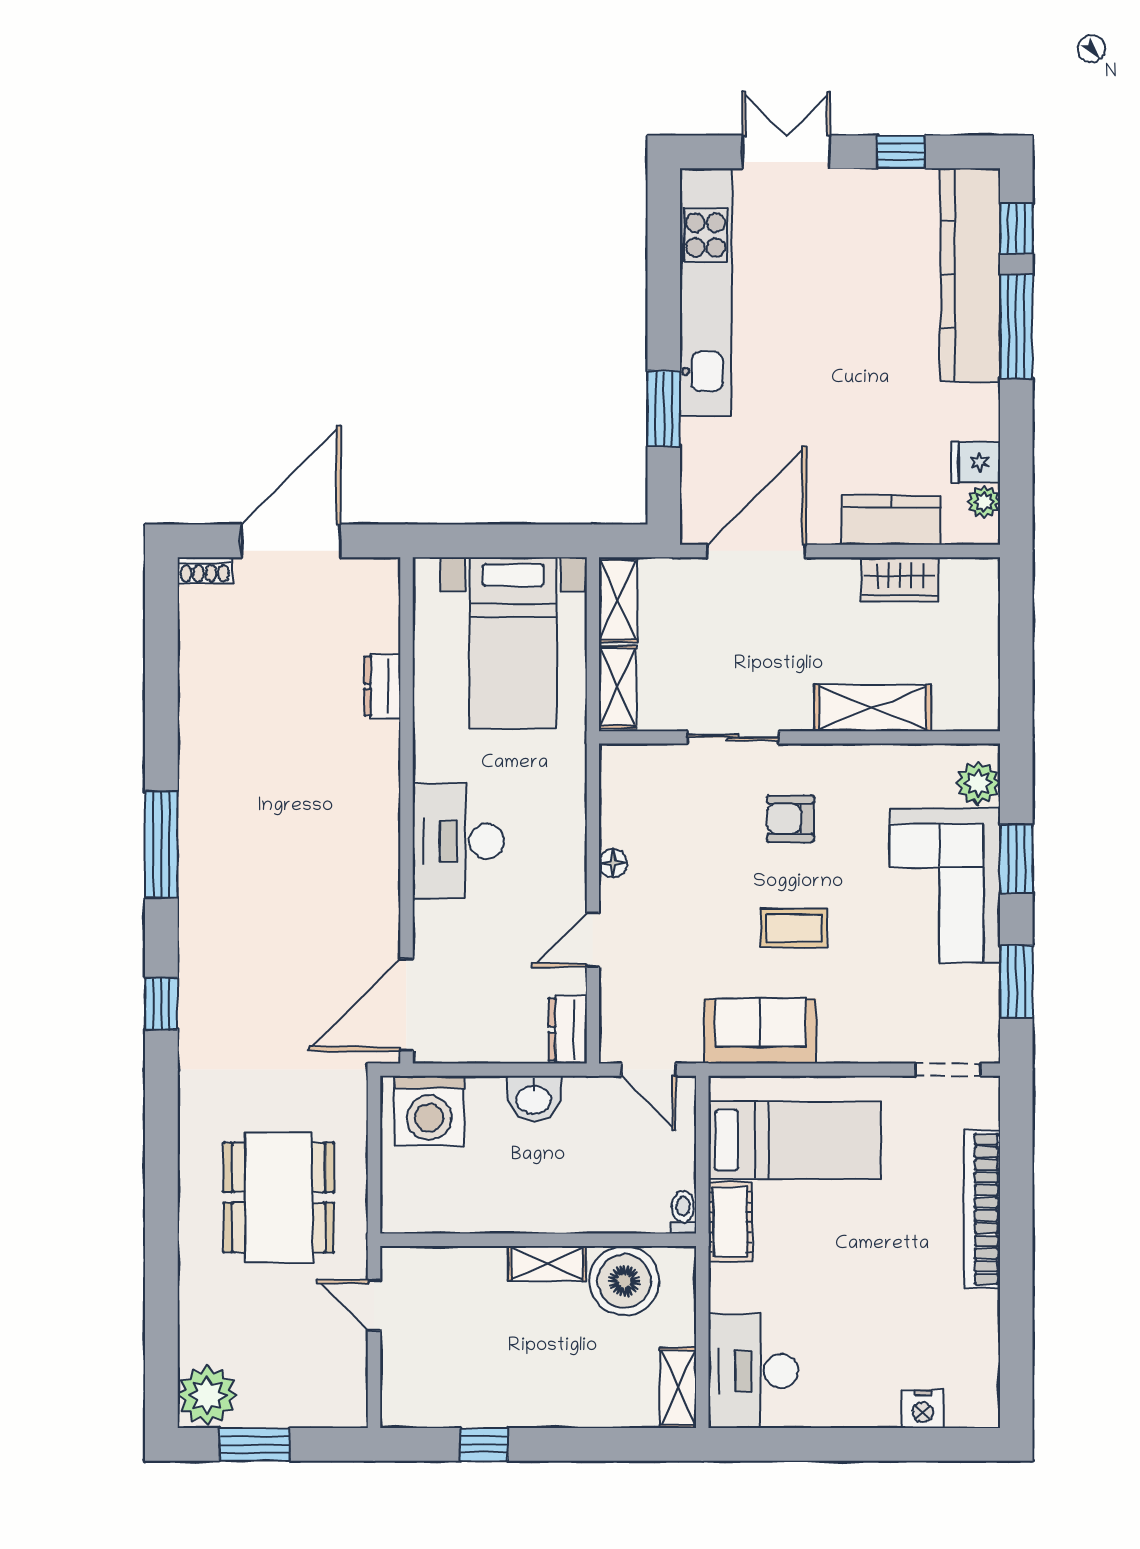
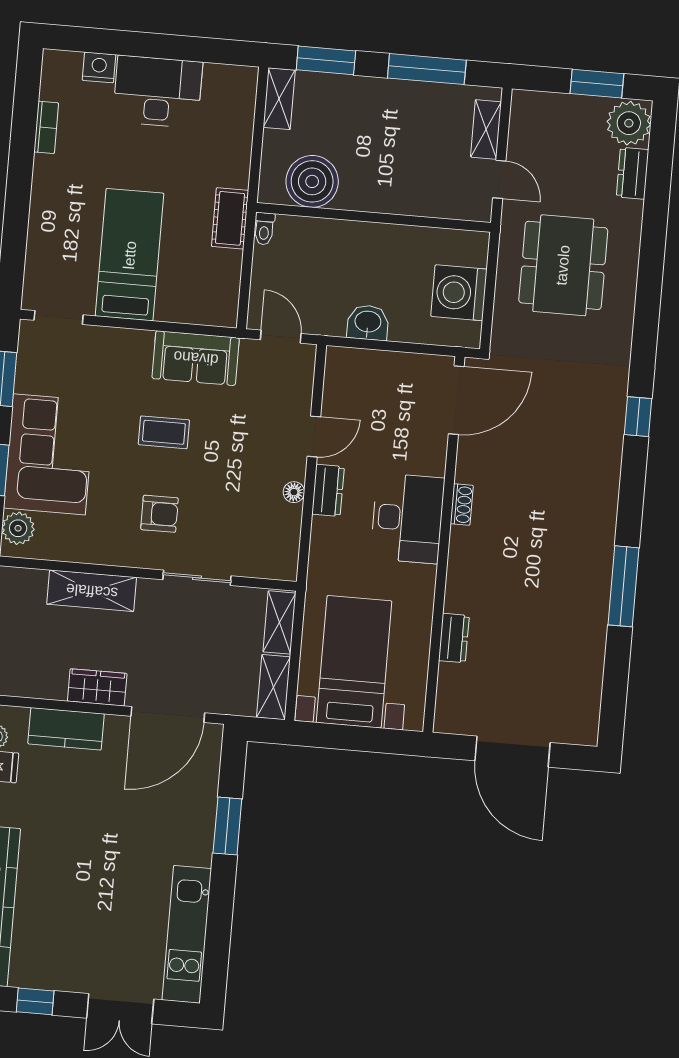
kitchen unit: (706, 292) -> (187, 934), width x0.73
door: (291, 541) -> (513, 752), hinge flipped
shoe rack: (205, 570) -> (462, 505), moved, turned 90
wardrobe: (900, 579) -> (97, 687), moved
window: (161, 844) -> (623, 586), moved
dresser: (568, 1030) -> (328, 490), moved
washing machine: (429, 1111) -> (459, 293), moved, turned -90
bed: (795, 1140) -> (130, 255), moved, turned 90
bookcase: (982, 1209) -> (46, 127), moved, width x0.43, depth x0.76
shelving: (547, 1263) -> (486, 129), moved, turned 90
dresser: (197, 1329) -> (633, 173), added
desk: (753, 1371) -> (158, 92), moved, turned -90
window: (484, 1444) -> (427, 69), width x2.17
window: (620, 1444) -> (326, 60), added

